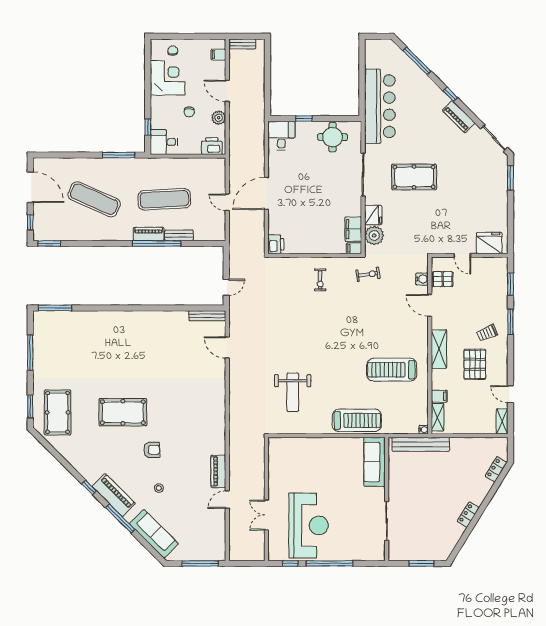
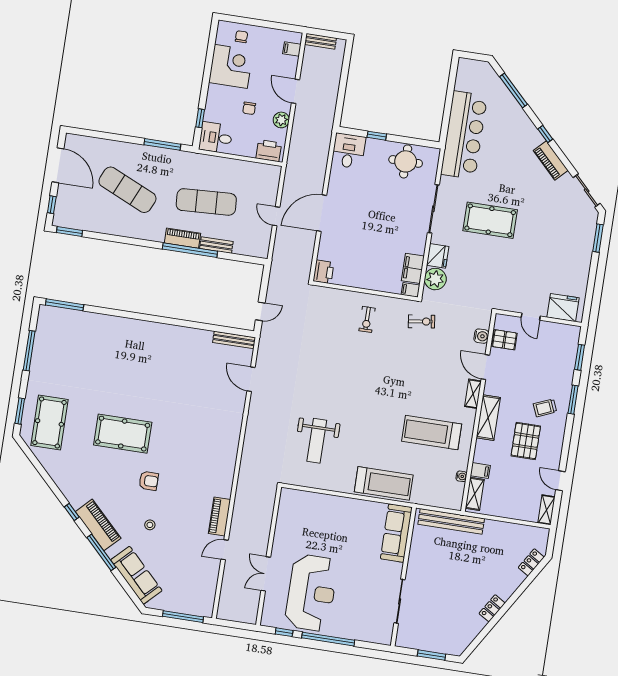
shelving: (423, 330) -> (473, 394), added
water cooler: (424, 430) -> (461, 476), moved

